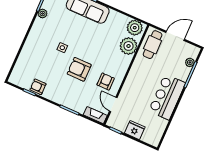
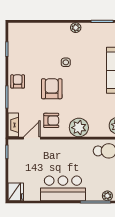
plant: (43, 14) -> (76, 28), moved
plant: (128, 46) -> (79, 128), moved
armchair: (38, 87) -> (18, 81), moved
fridge: (135, 130) -> (16, 192), moved

